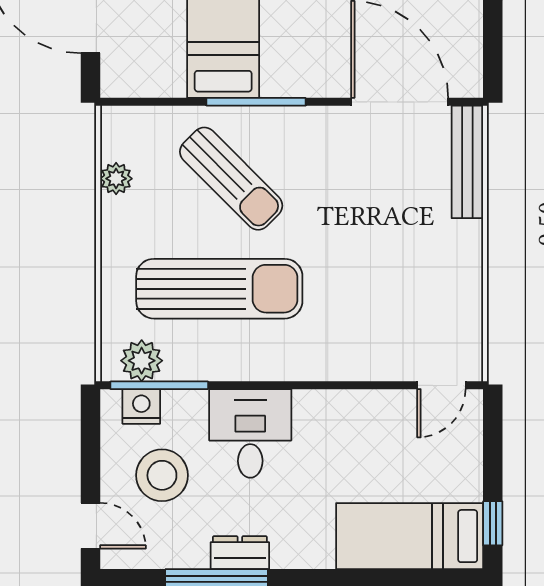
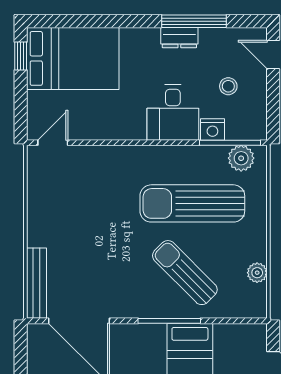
nightstand: (141, 406) -> (212, 129), moved
stool: (162, 475) -> (228, 86), width x0.53, depth x0.53
bed: (410, 536) -> (73, 58), width x1.50

